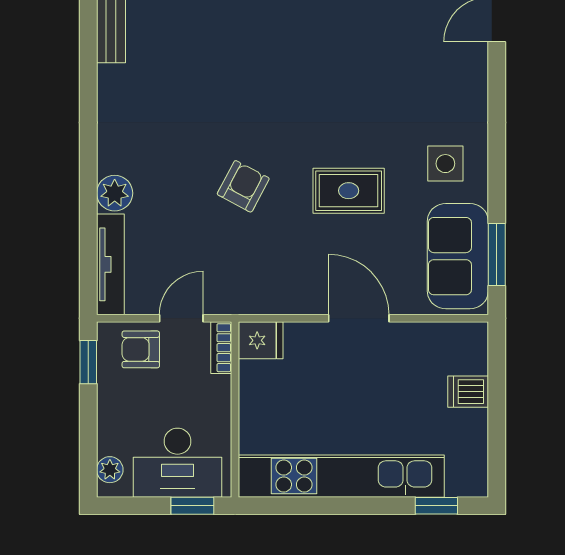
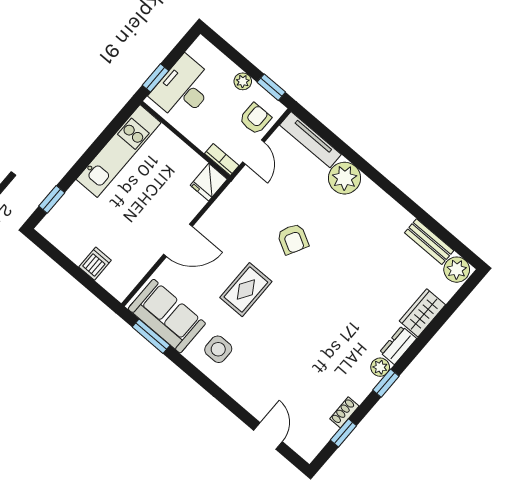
plant: (115, 193) -> (345, 178), width x1.36, depth x1.36
plant: (110, 470) -> (243, 81), moved
kitchen unit: (341, 476) -> (119, 151), width x0.73

